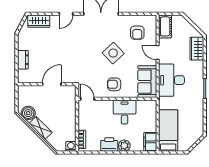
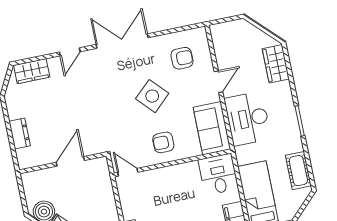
cot: (165, 26) -> (298, 171), moved
armchair: (137, 33) -> (182, 58), turned -90
door: (158, 53) -> (219, 82), swing flipped
desk: (125, 112) -> (218, 174), moved

